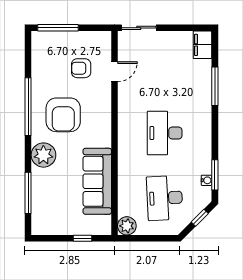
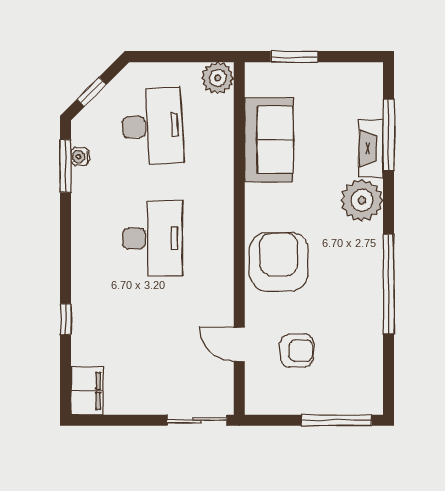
door: (114, 72) -> (239, 344), hinge flipped
window: (215, 86) -> (66, 319), width x0.46
armchair: (63, 115) -> (279, 262), moved
sofa: (97, 181) -> (269, 140), width x0.73
fireplace: (38, 185) -> (371, 148), added
window: (82, 238) -> (294, 57), width x1.50

